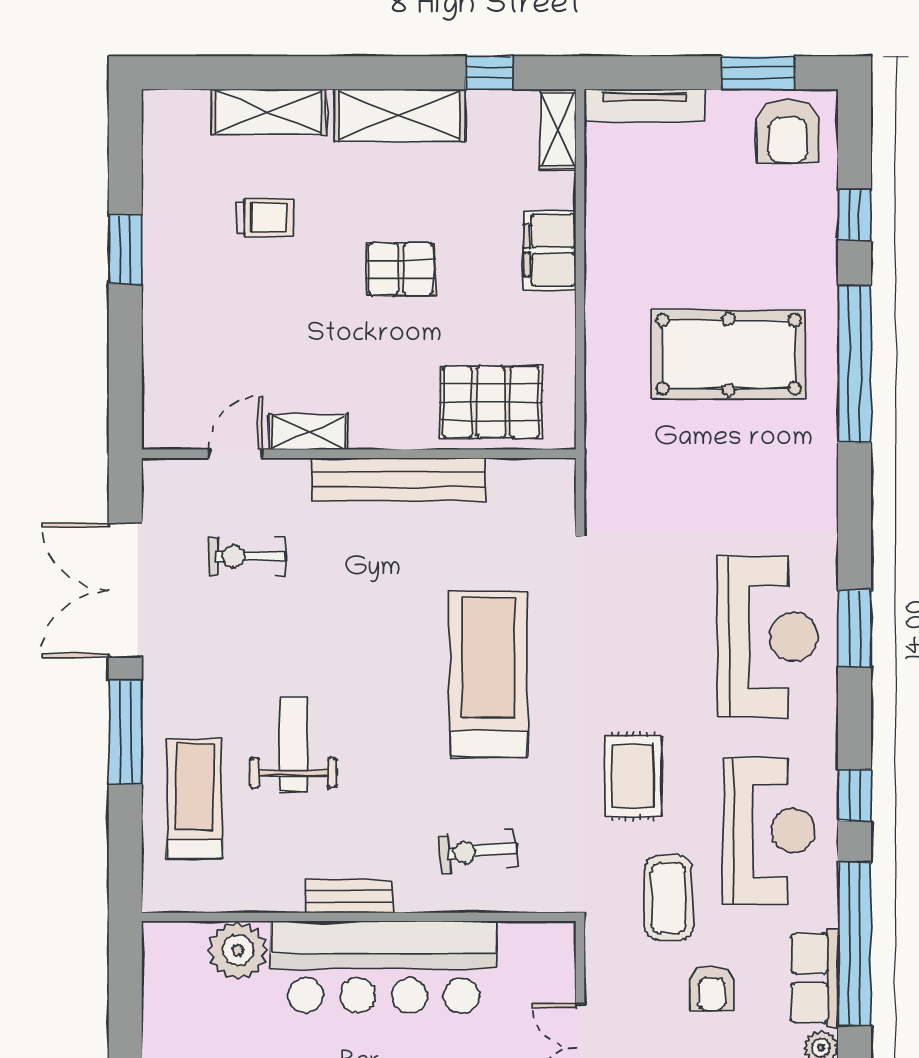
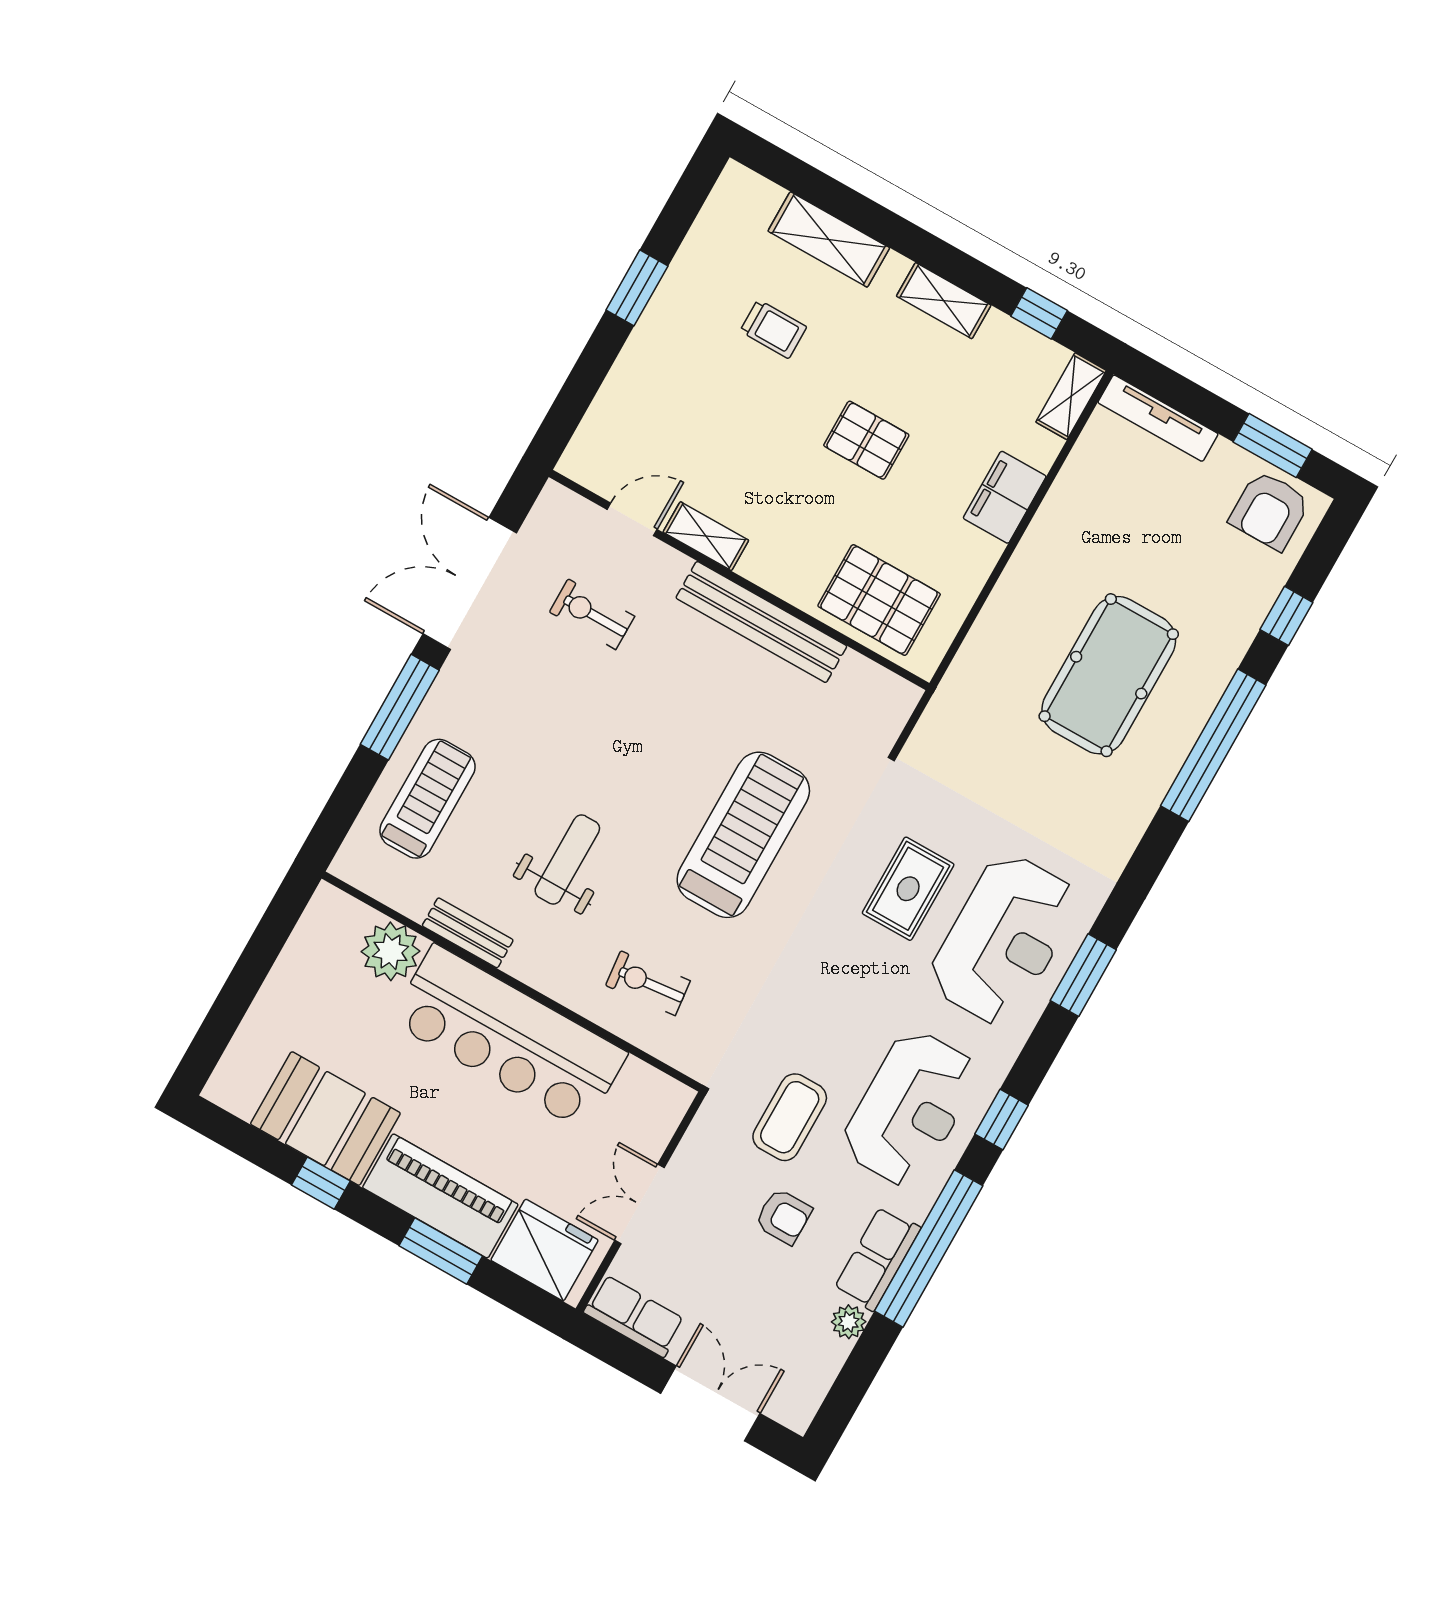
shelving: (399, 115) -> (944, 301), width x0.67, depth x0.75
pool table: (729, 354) -> (1109, 675), turned 90
weight bench: (293, 745) -> (567, 860), moved
rug: (633, 776) -> (908, 889), moved
bench: (349, 896) -> (468, 933), moved
armchair: (712, 988) -> (783, 1217), turned -90

